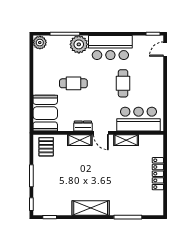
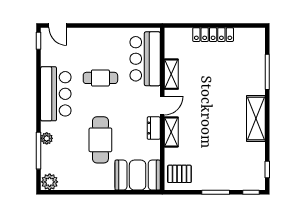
plant: (79, 44) -> (47, 138), width x0.53, depth x0.53
cafe table: (73, 83) -> (100, 140), width x1.37, depth x1.35

